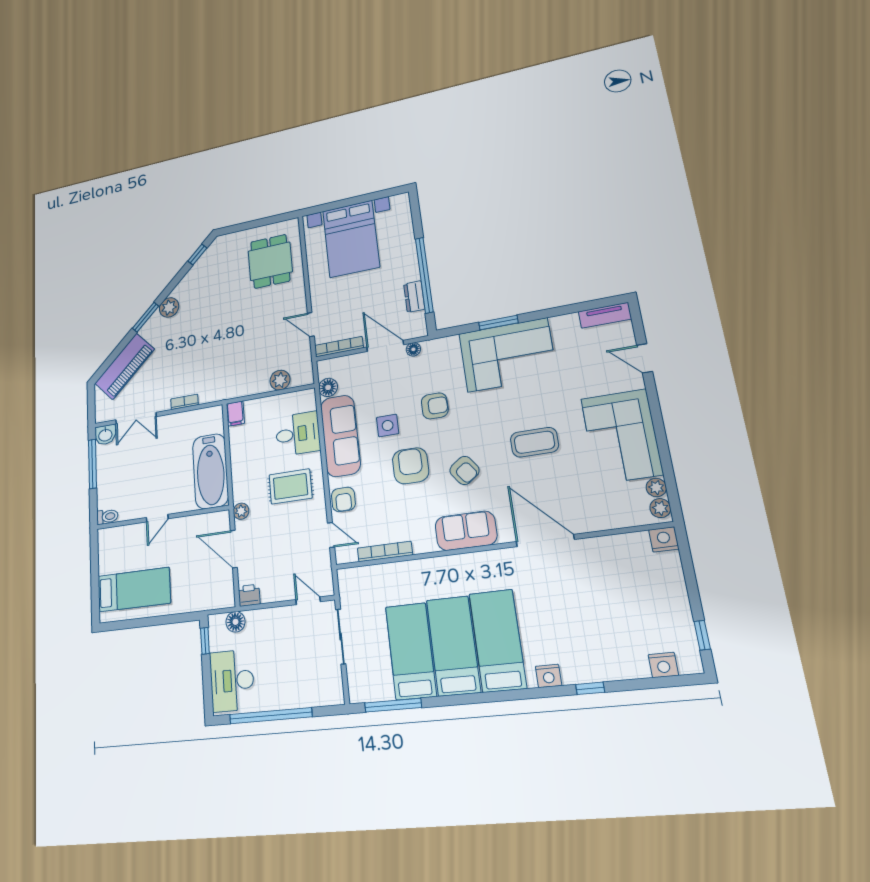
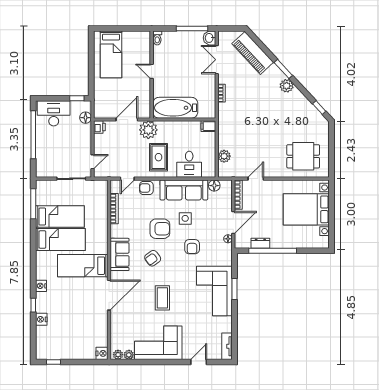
plant: (241, 511) -> (148, 130), width x1.87, depth x1.87
bed: (498, 640) -> (83, 266), moved, turned 180
nightstand: (663, 665) -> (41, 319), moved

